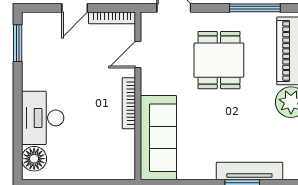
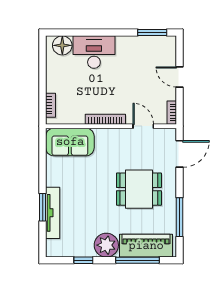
bookcase: (112, 18) -> (172, 113), width x0.64
sofa: (158, 138) -> (70, 142), width x0.73
bookcase: (111, 174) -> (51, 105), added

